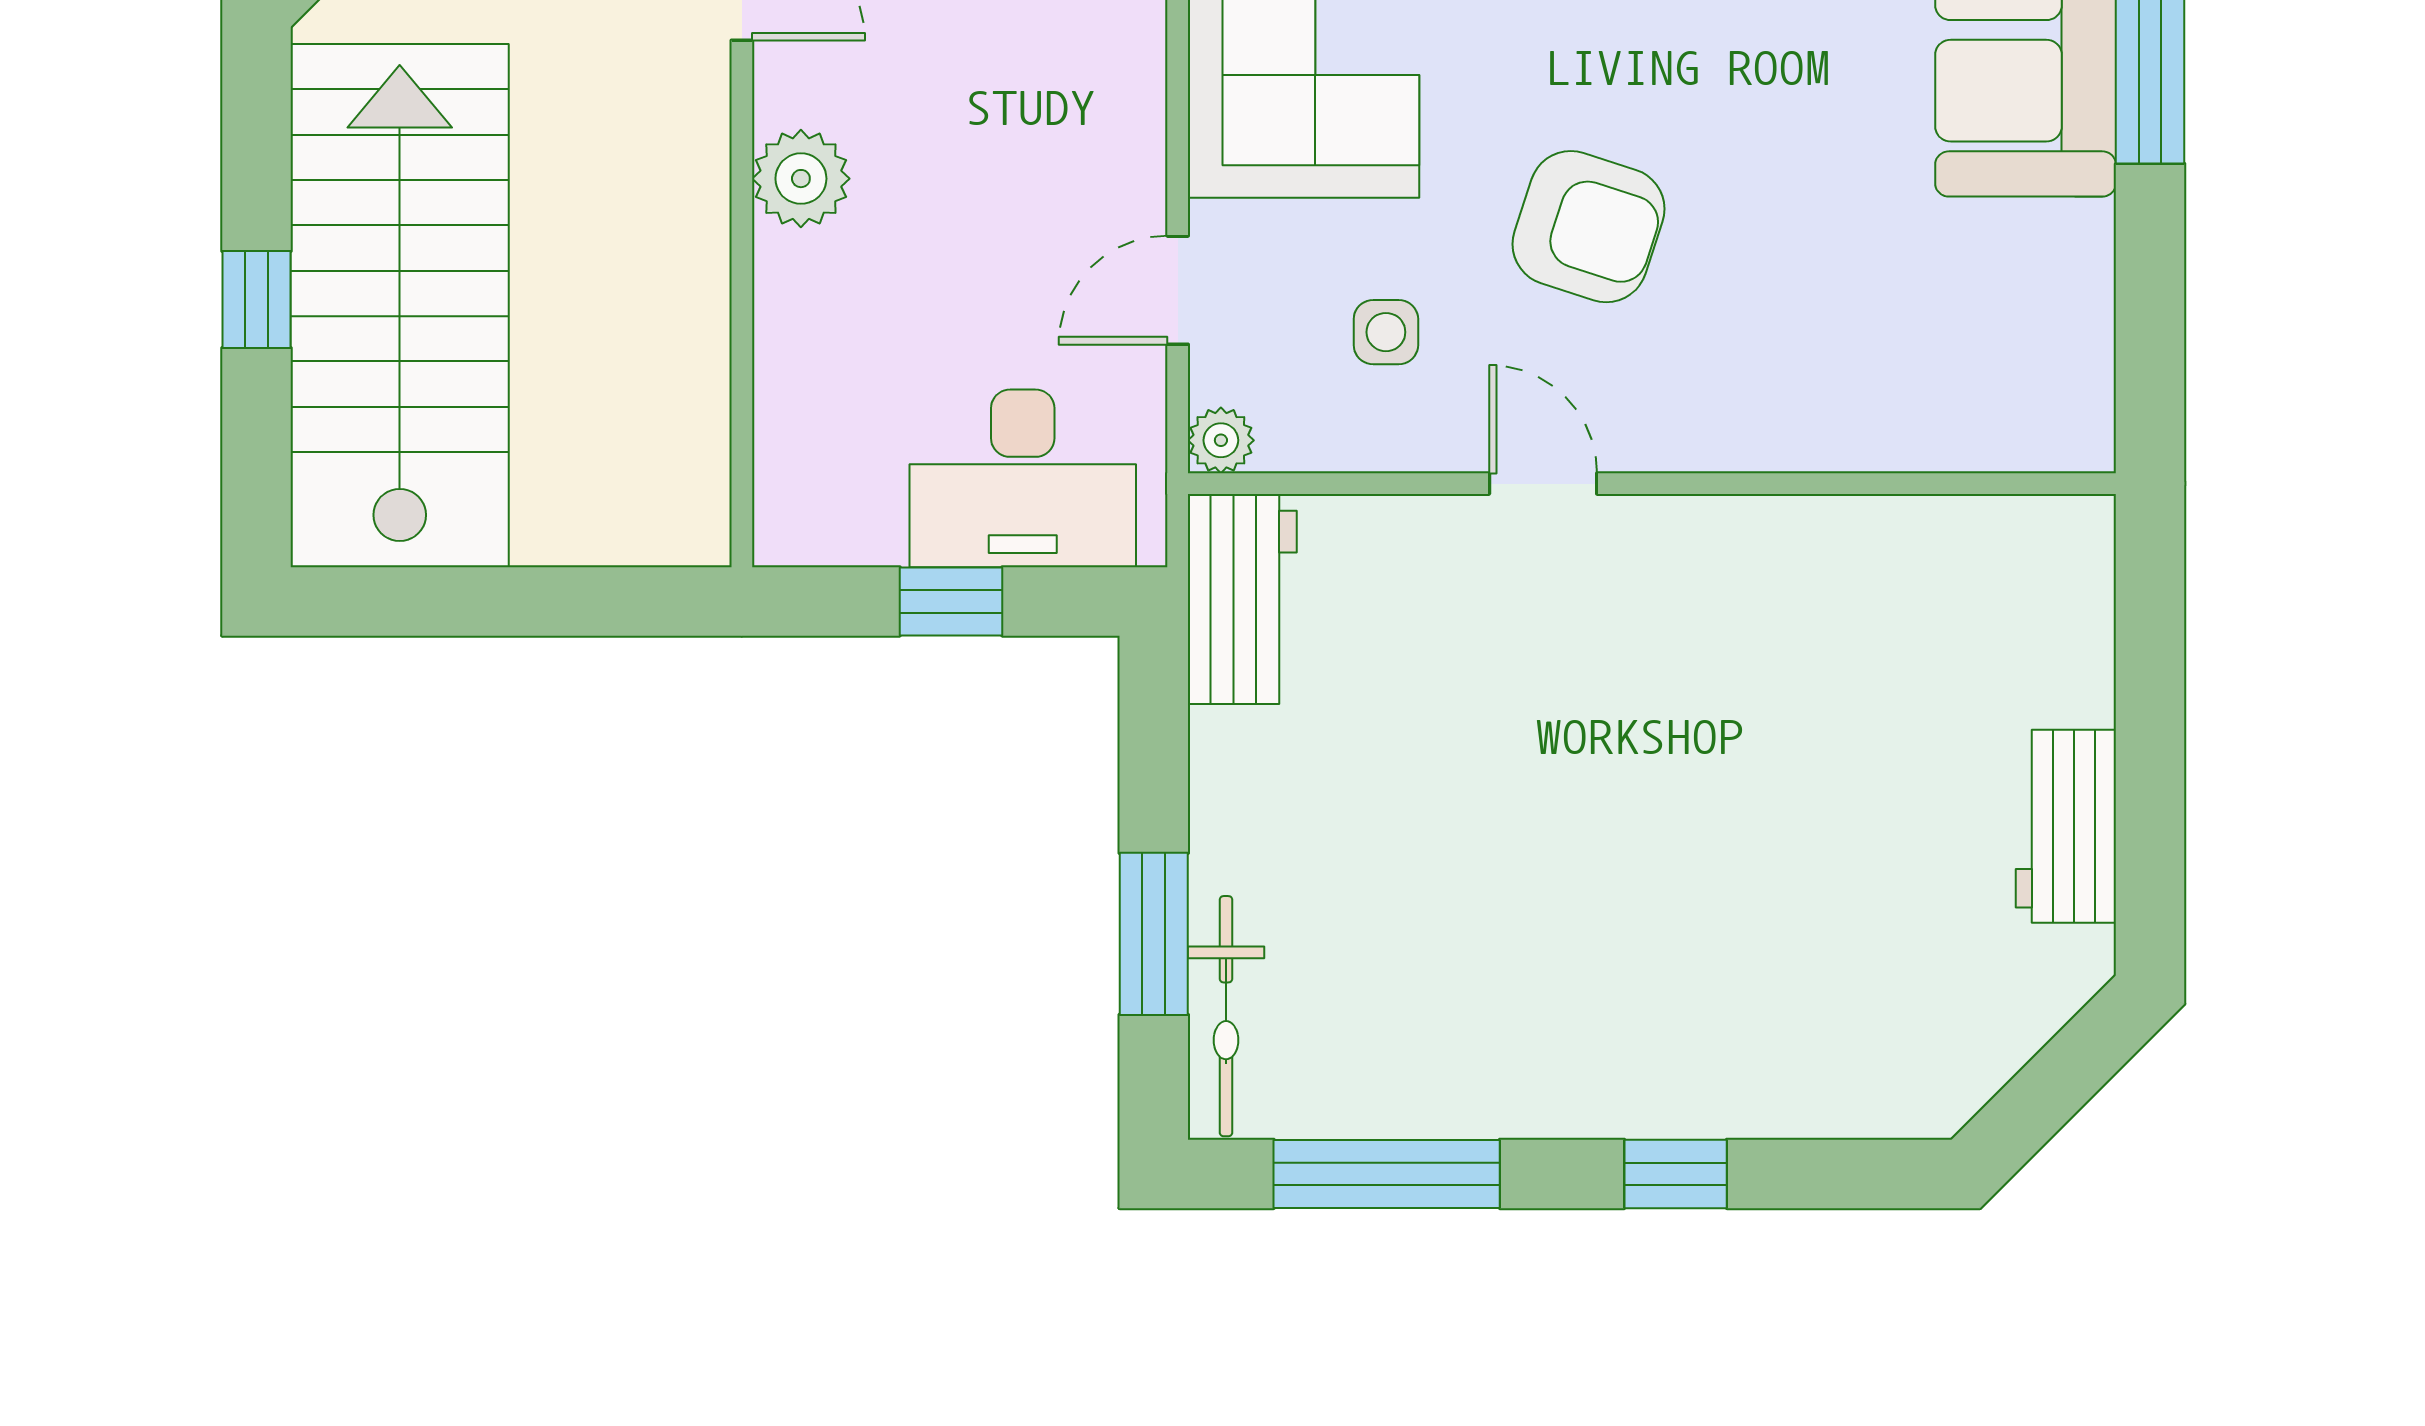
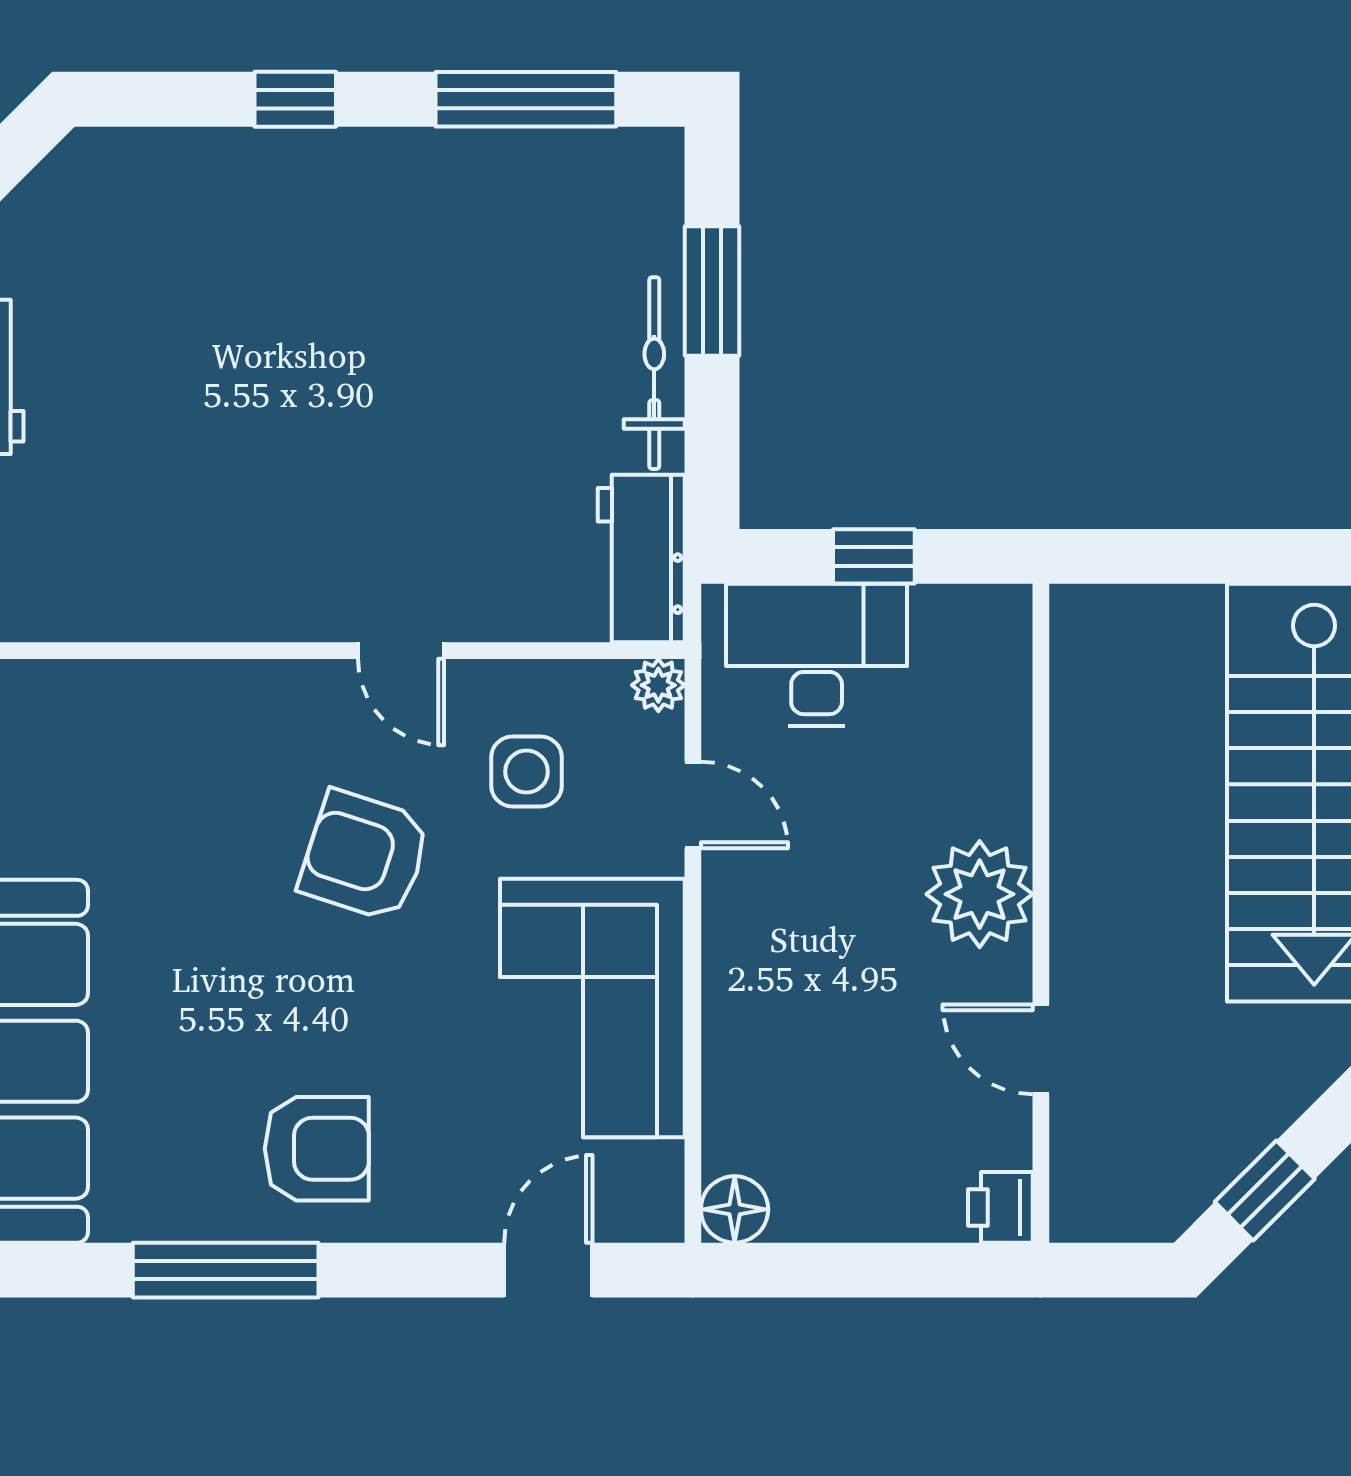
plant: (801, 179) -> (980, 894), width x1.36, depth x1.36
door: (1178, 290) -> (693, 805), hinge flipped
side table: (1386, 332) -> (527, 772), width x1.37, depth x1.37
bicycle: (1226, 1016) -> (654, 373), moved

